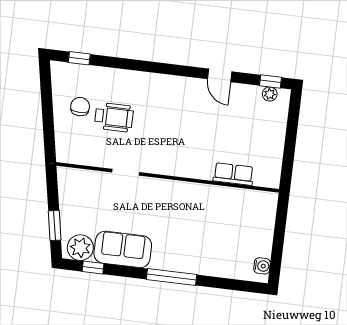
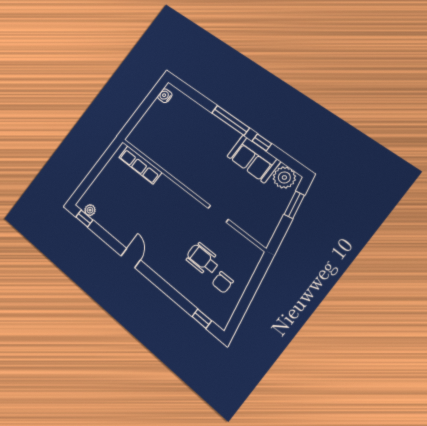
door: (220, 75) -> (131, 258), moved
row of seats: (233, 174) -> (140, 165), width x1.48
window: (93, 268) -> (262, 142), moved

